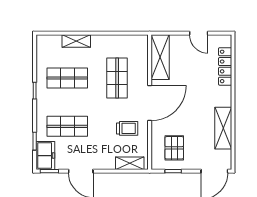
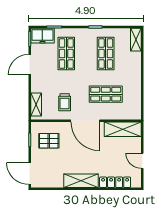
door: (199, 33) -> (142, 161), hinge flipped
shelving: (76, 41) -> (136, 40), moved
shelving: (223, 128) -> (81, 181), moved

